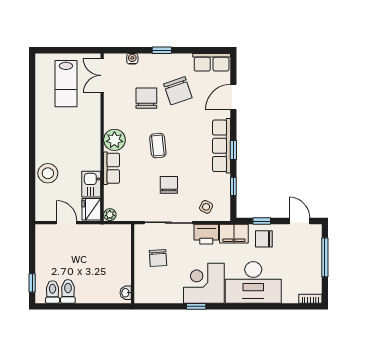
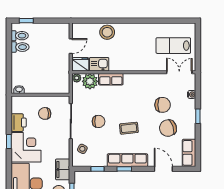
plant: (114, 140) -> (90, 81), moved
coffee table: (158, 146) -> (129, 128), moved
printer: (206, 234) -> (19, 123), moved, turned 180

